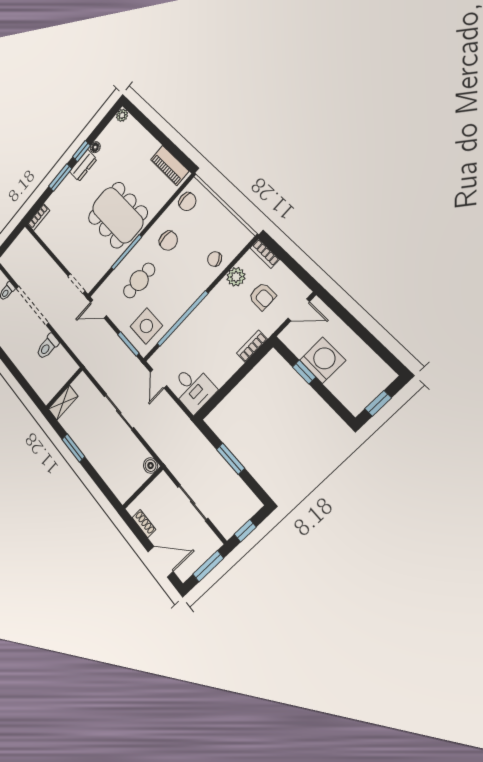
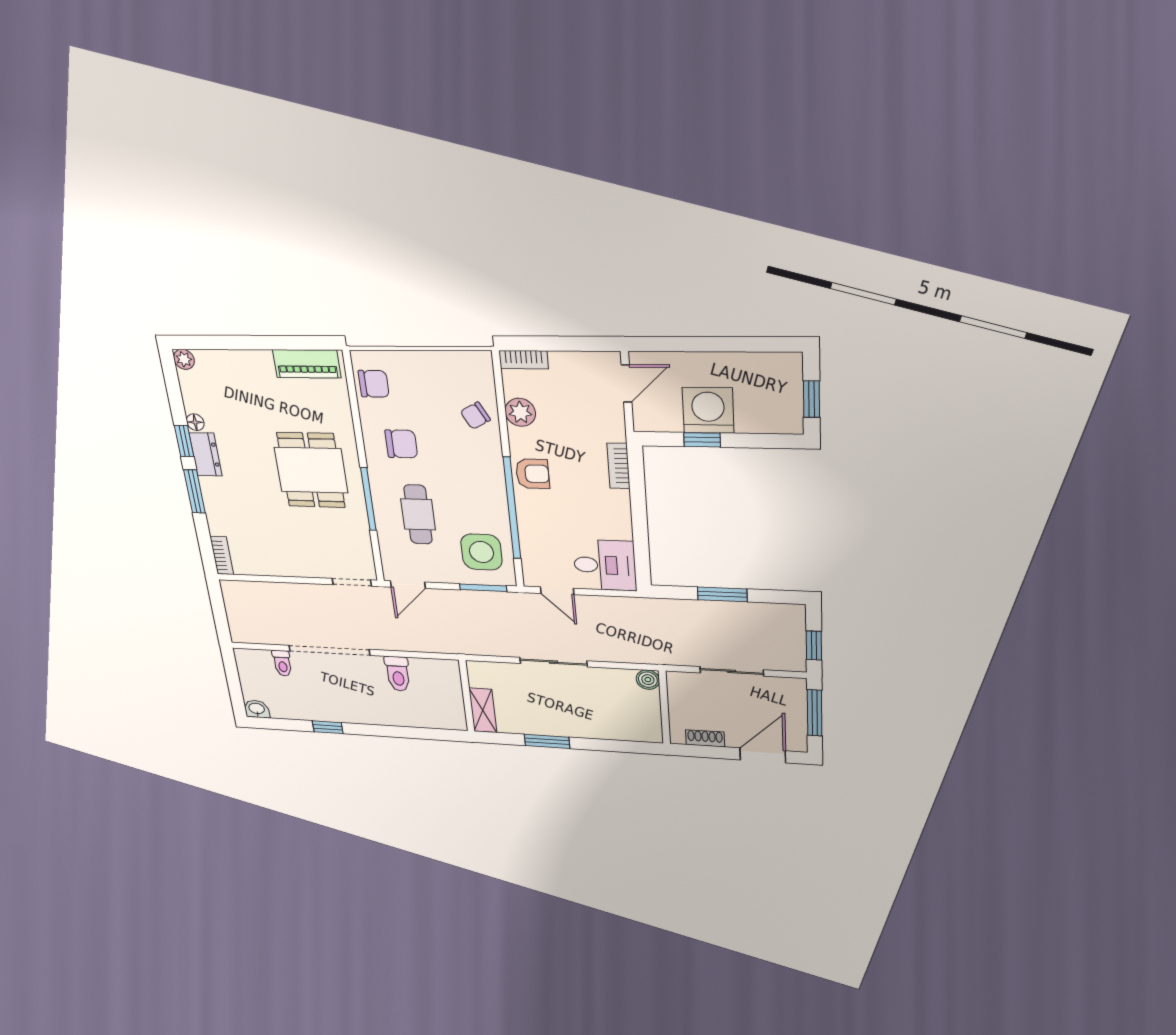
dining table: (118, 215) -> (311, 470), width x0.73
armchair: (262, 296) -> (533, 474), moved

